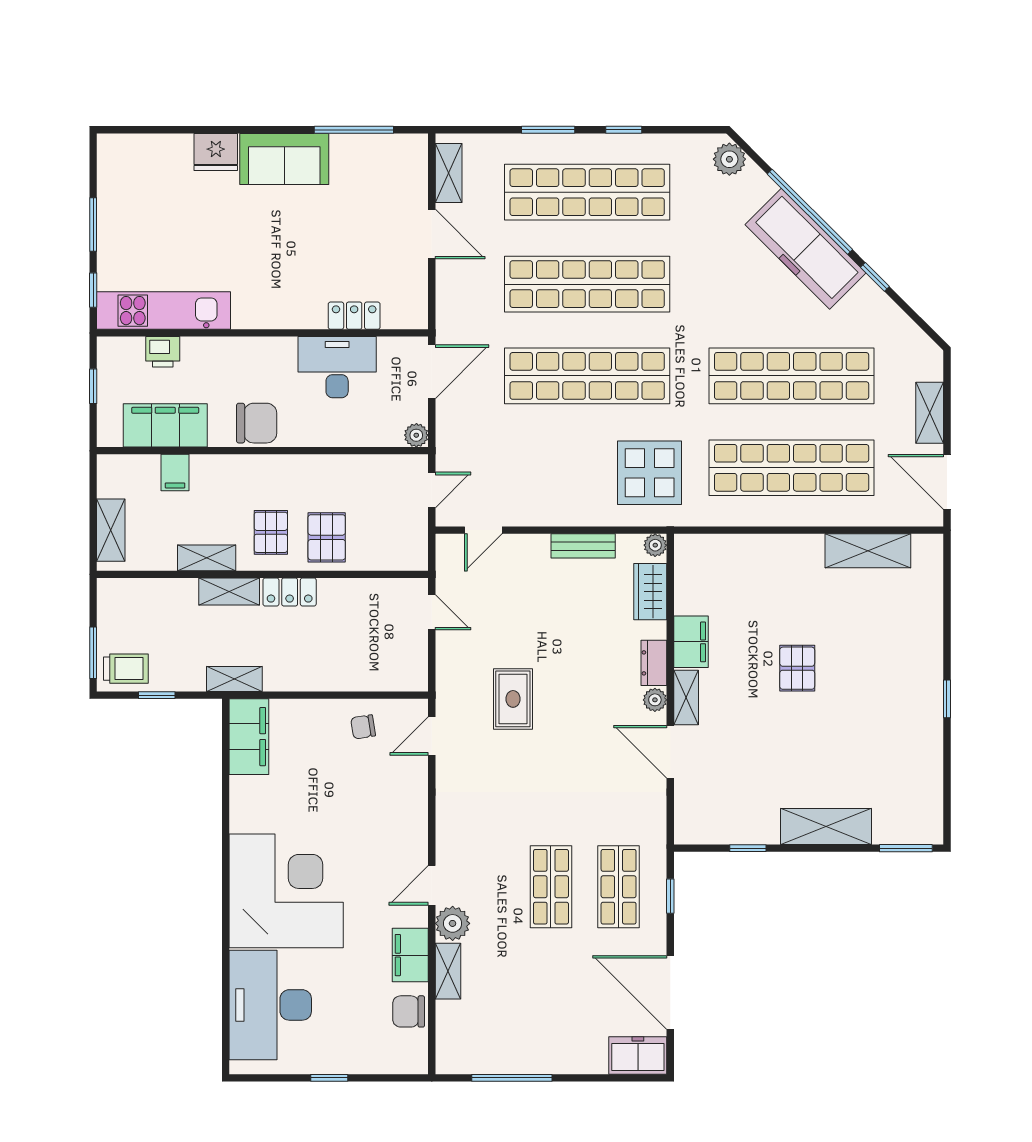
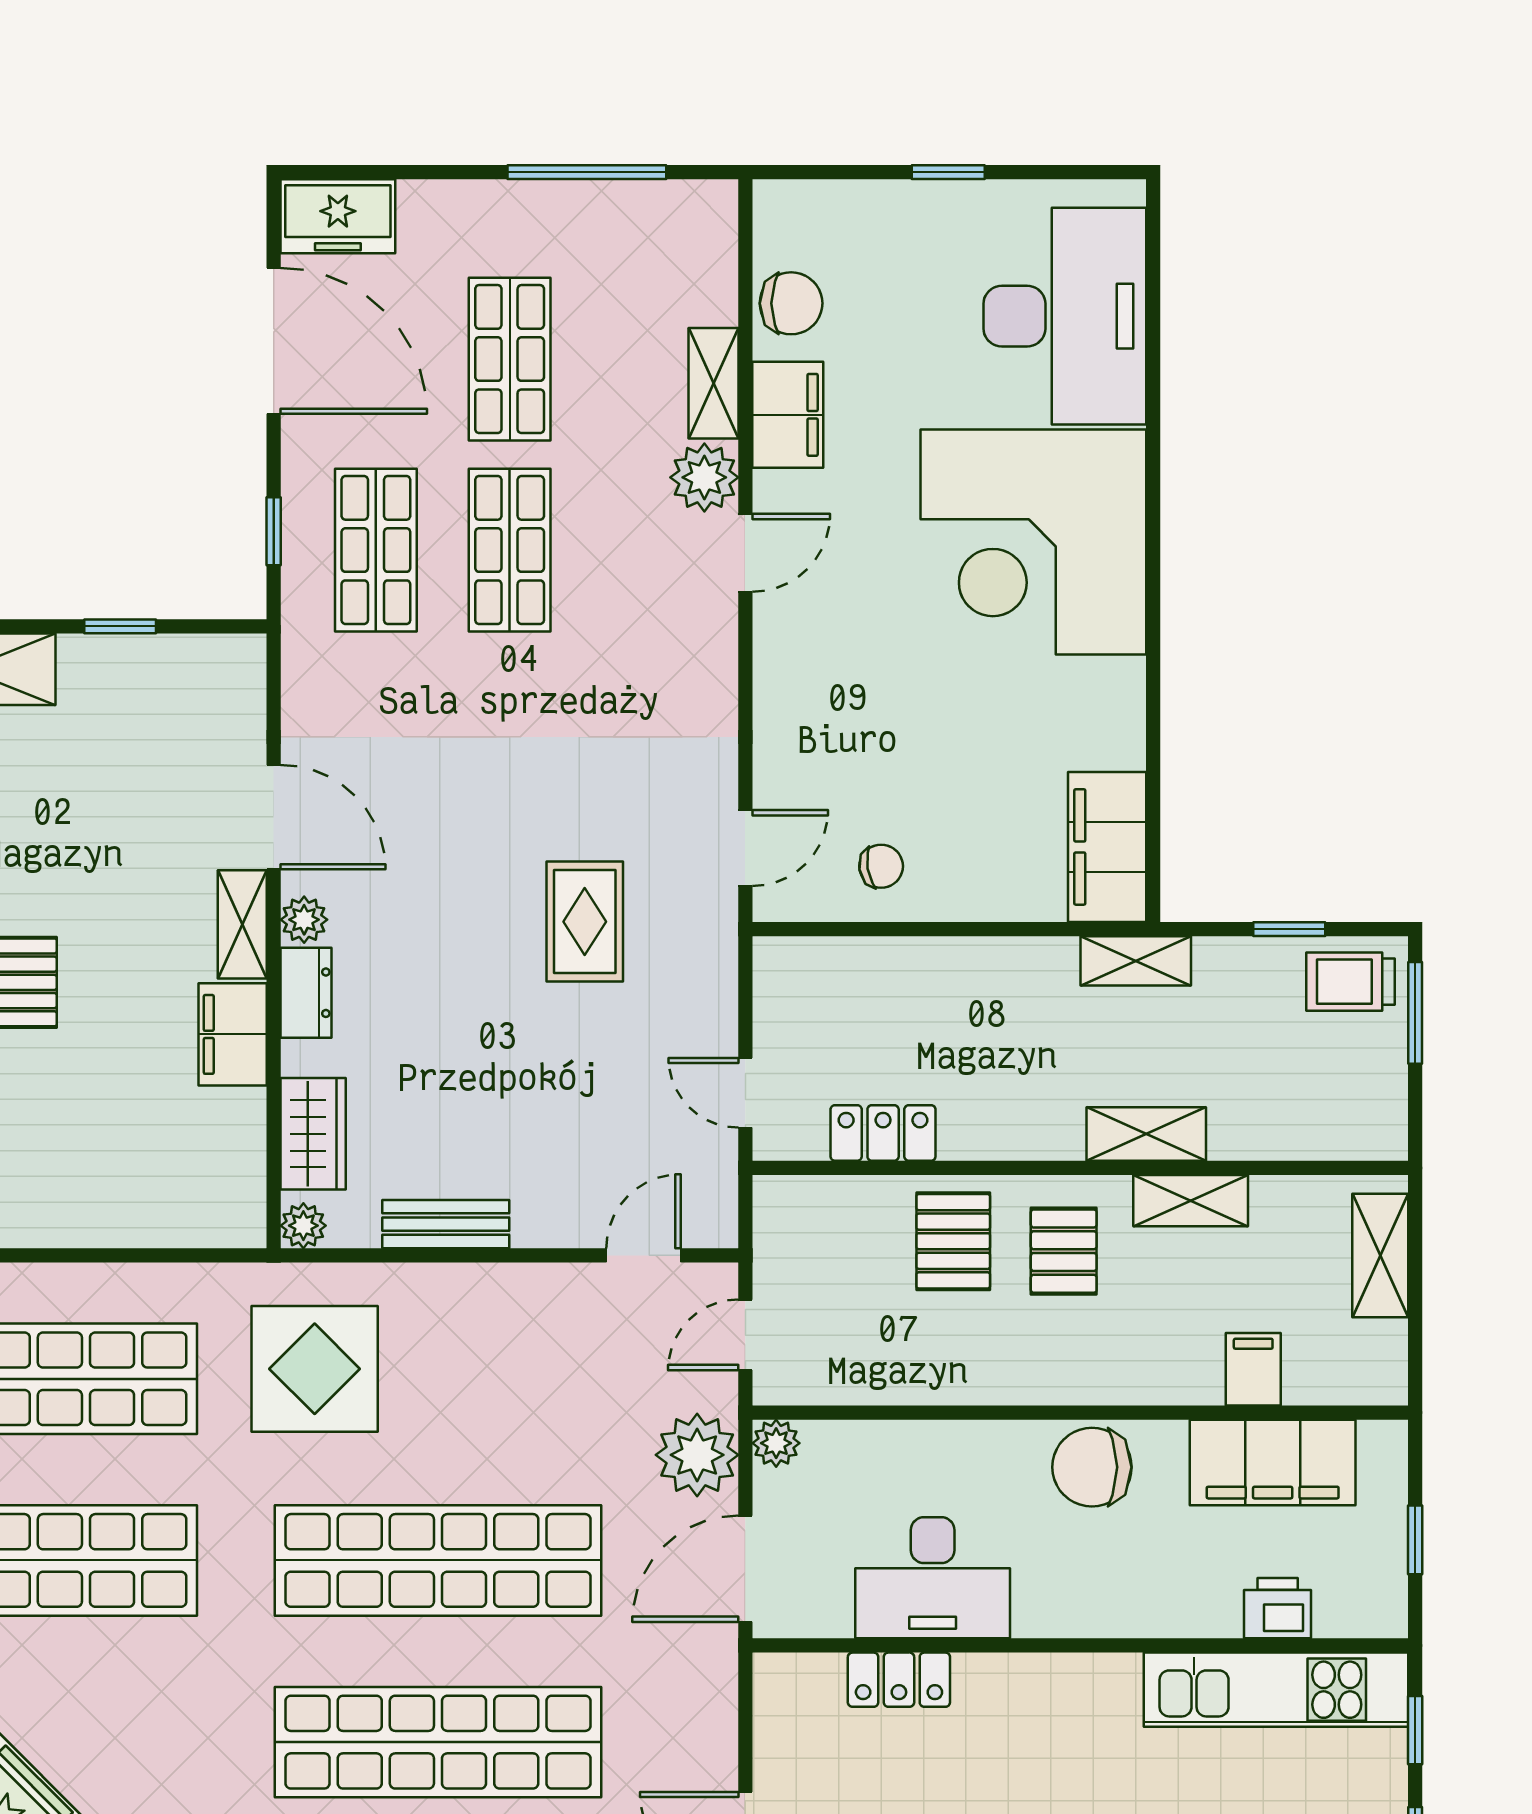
plant: (456, 429) -> (697, 1455), added
locker: (290, 592) -> (883, 1133), moved
shop shelf: (551, 983) -> (510, 359), added

